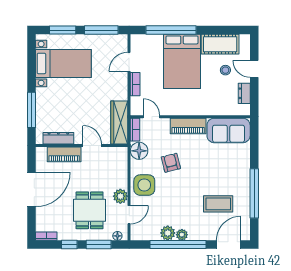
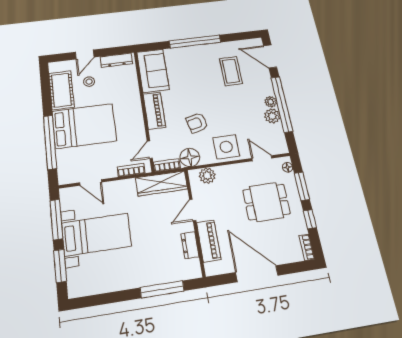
bed with nightstands: (63, 63) -> (96, 235), moved, turned 90
bookcase: (135, 84) -> (131, 170), moved
dresser: (244, 93) -> (116, 60), width x1.44
dresser: (58, 138) -> (190, 245), width x0.70
window: (254, 193) -> (195, 42), moved
plant: (120, 196) -> (207, 176), moved

